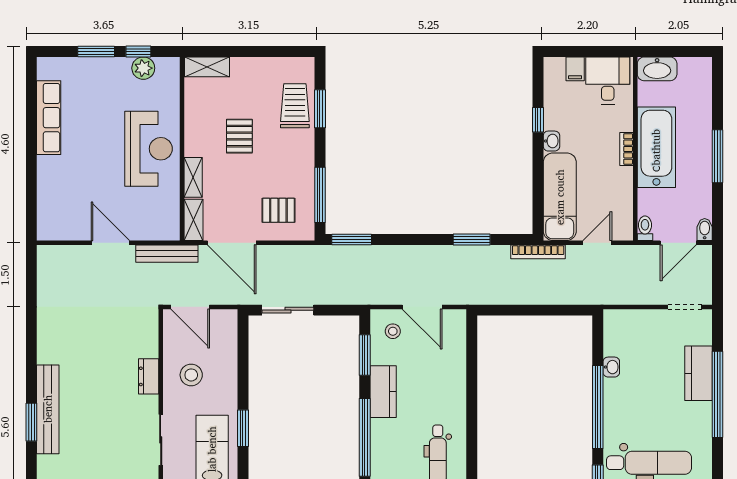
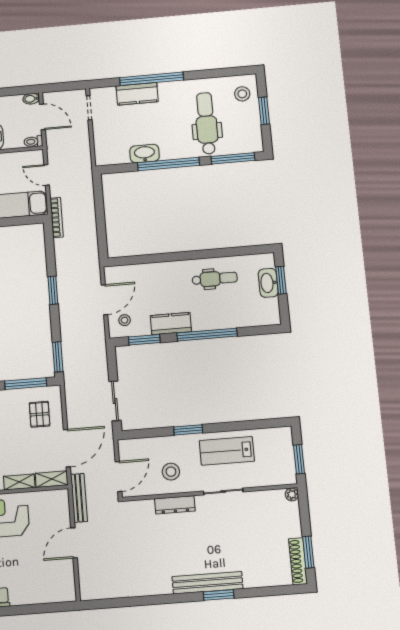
window: (472, 240) -> (53, 290), moved
washbasin: (611, 367) -> (145, 154), width x1.91, depth x1.45
dresser: (149, 376) -> (175, 505), width x1.44
window: (243, 428) -> (188, 430), moved

